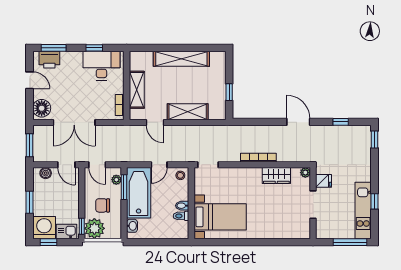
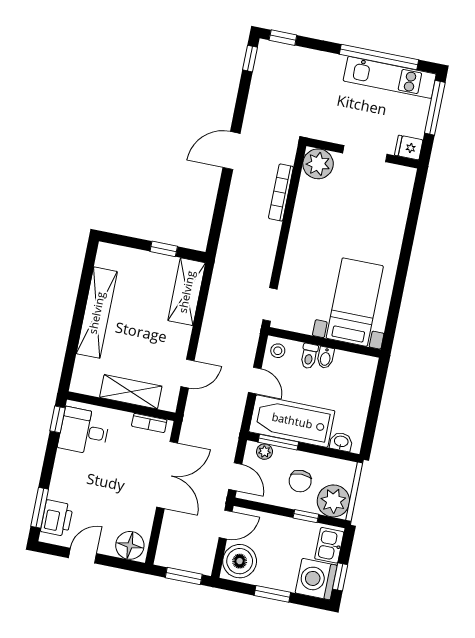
window: (94, 48) -> (57, 419), moved
desk: (101, 66) -> (84, 431), width x0.73
shelving: (188, 112) -> (187, 292), moved
double door: (74, 122) -> (167, 475), moved
window: (341, 122) -> (250, 59), moved
bookcase: (258, 158) -> (281, 192), moved
door: (97, 165) -> (235, 477), hinge flipped
boiler: (46, 173) -> (240, 561), width x1.86, depth x1.86
plant: (305, 173) -> (318, 164), width x1.87, depth x1.87
wardrobe: (276, 176) -> (308, 202), removed
fridge: (323, 181) -> (409, 148), moved, turned -90
window: (374, 201) -> (379, 57), width x3.17
toilet: (181, 216) -> (309, 356), moved
window: (82, 226) -> (306, 516), moved

